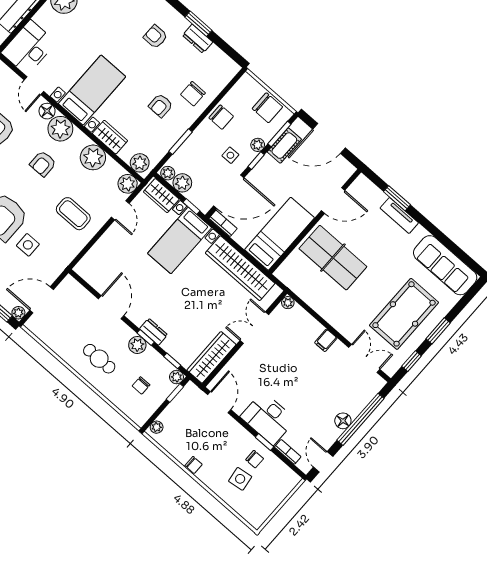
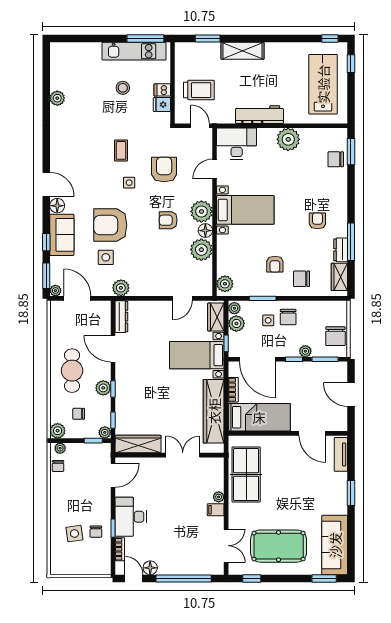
window: (198, 24) -> (351, 242), width x1.44
armchair: (161, 105) -> (275, 264), turned -90
floor lamp: (47, 111) -> (205, 231), moved
chair: (221, 117) -> (288, 317), moved
wardrobe: (110, 137) -> (339, 277), moved, turned 180
door: (329, 138) -> (351, 395), width x0.73
cot: (284, 146) -> (320, 369), removed
side table: (230, 155) -> (268, 320), moved
plant: (128, 184) -> (121, 288), moved
window: (397, 198) -> (351, 493), moved
coffee table: (73, 214) -> (153, 269), removed
tv unit: (399, 215) -> (341, 454), moved
bookcase: (223, 223) -> (233, 390), moved
table tennis table: (333, 258) -> (246, 475), moved
plant: (288, 303) -> (219, 497), moved
door: (111, 307) -> (113, 349), swing flipped
window: (438, 331) -> (324, 578), moved
dresser: (154, 332) -> (121, 317), moved, width x1.44
cafe table: (99, 359) -> (72, 371), width x1.37, depth x1.35
plant: (140, 416) -> (58, 431), added
floor lamp: (343, 421) -> (150, 568), moved
door: (323, 462) -> (134, 578), hinge flipped
chair: (194, 465) -> (58, 466), moved

